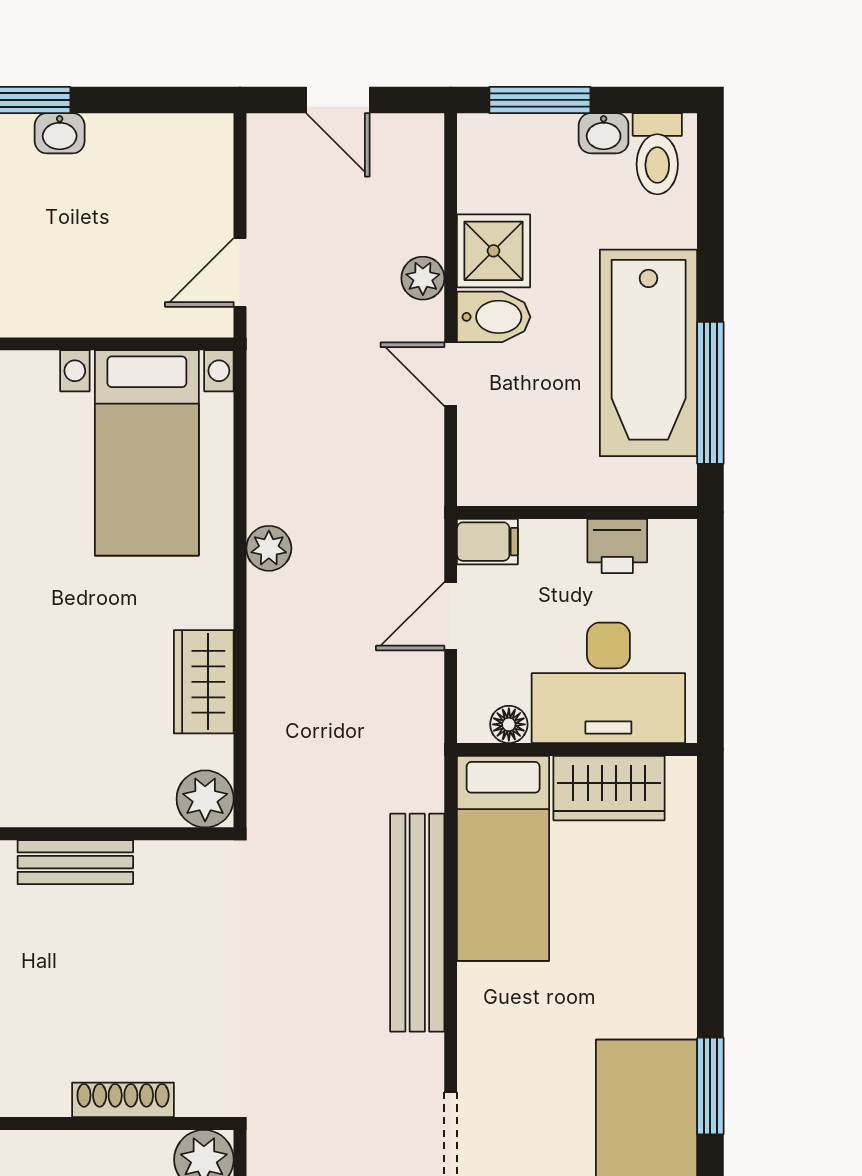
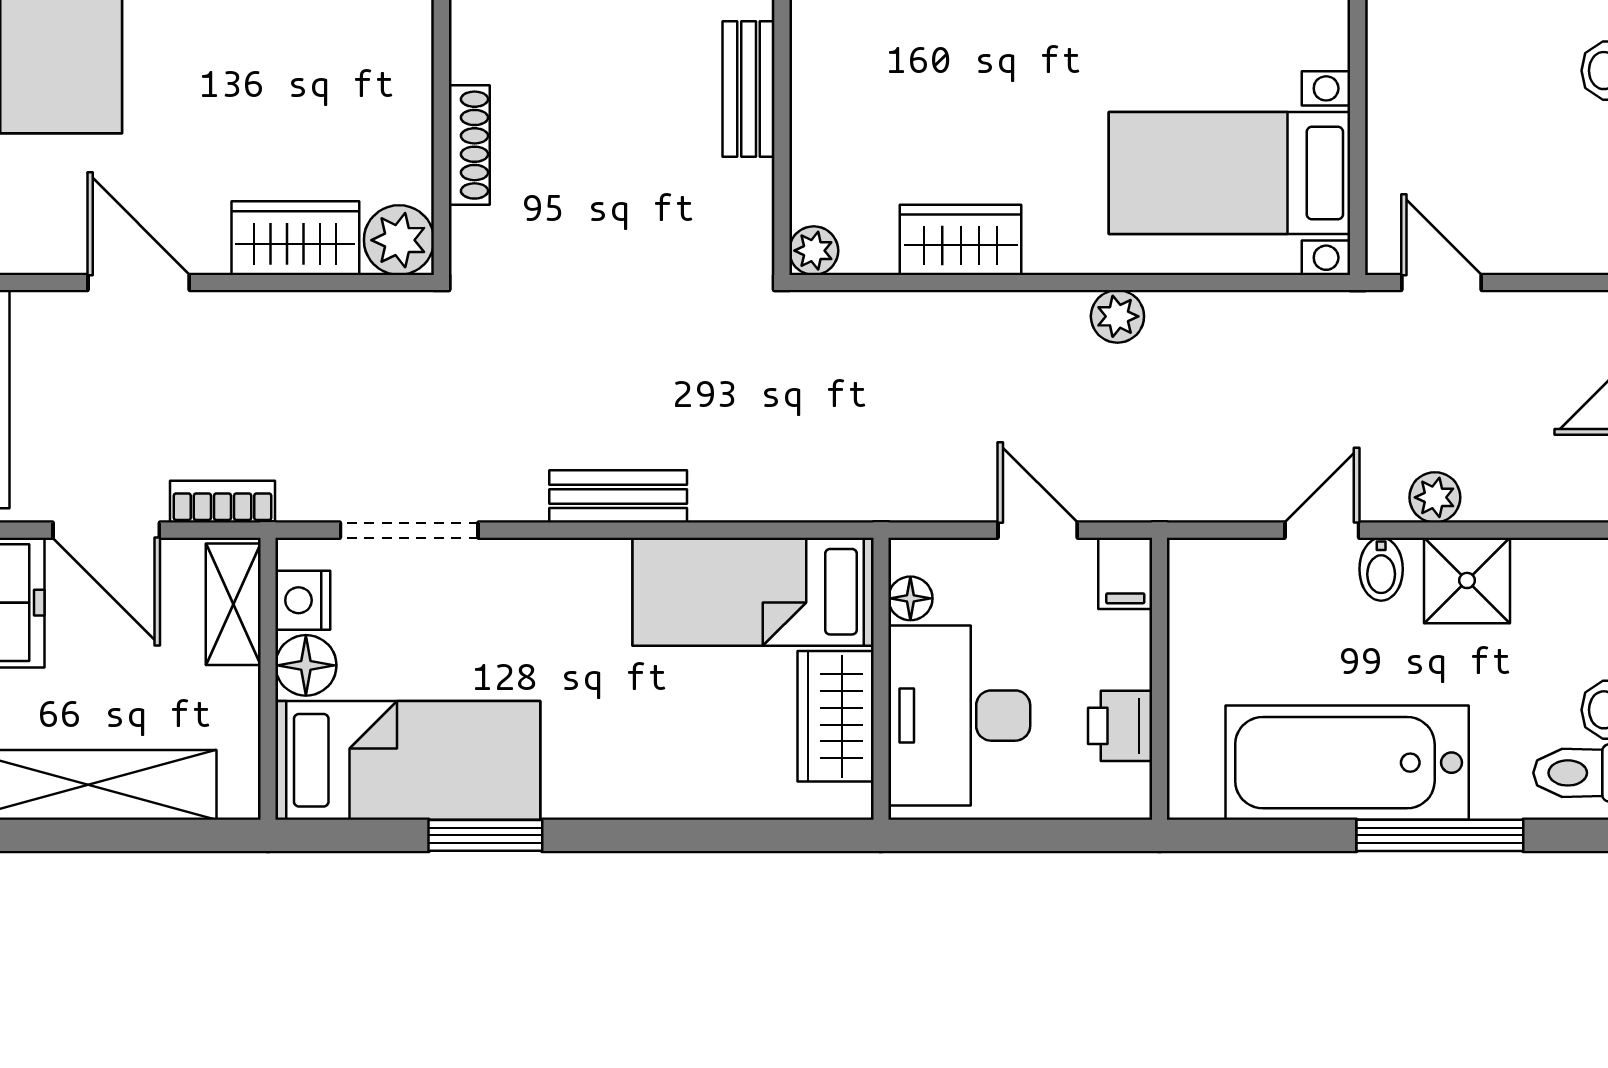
bidet: (494, 317) -> (1381, 569), width x0.72, depth x0.74
window: (710, 393) -> (1440, 835), moved
plant: (205, 799) -> (814, 251), width x0.73, depth x0.73
bench: (417, 923) -> (618, 496), width x0.54, depth x0.82

